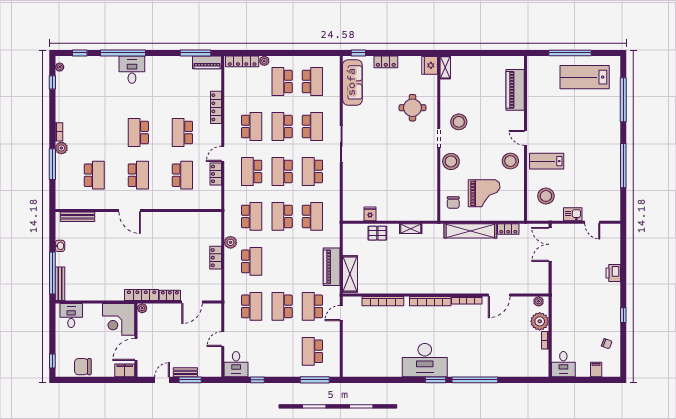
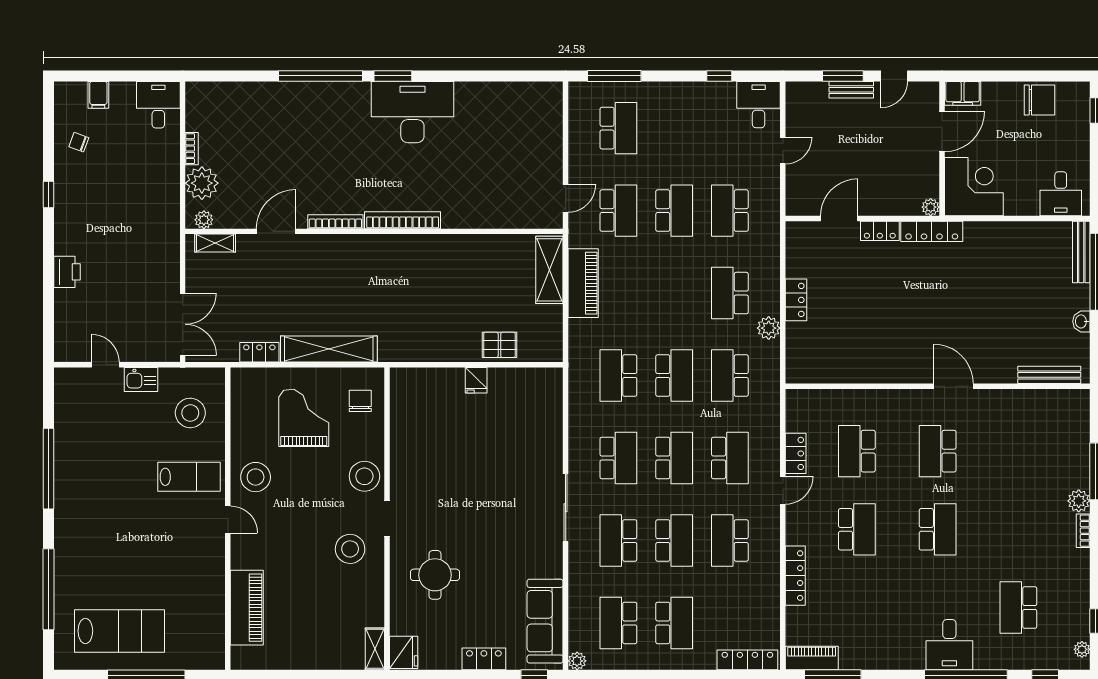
plant: (264, 61) -> (577, 661), moved
school desk: (94, 175) -> (1018, 608), moved
grand piano: (484, 193) -> (304, 418), turned 90
fridge: (370, 214) -> (476, 380), moved
shelving: (411, 229) -> (215, 243), moved
bookcase: (383, 301) -> (489, 220), removed

